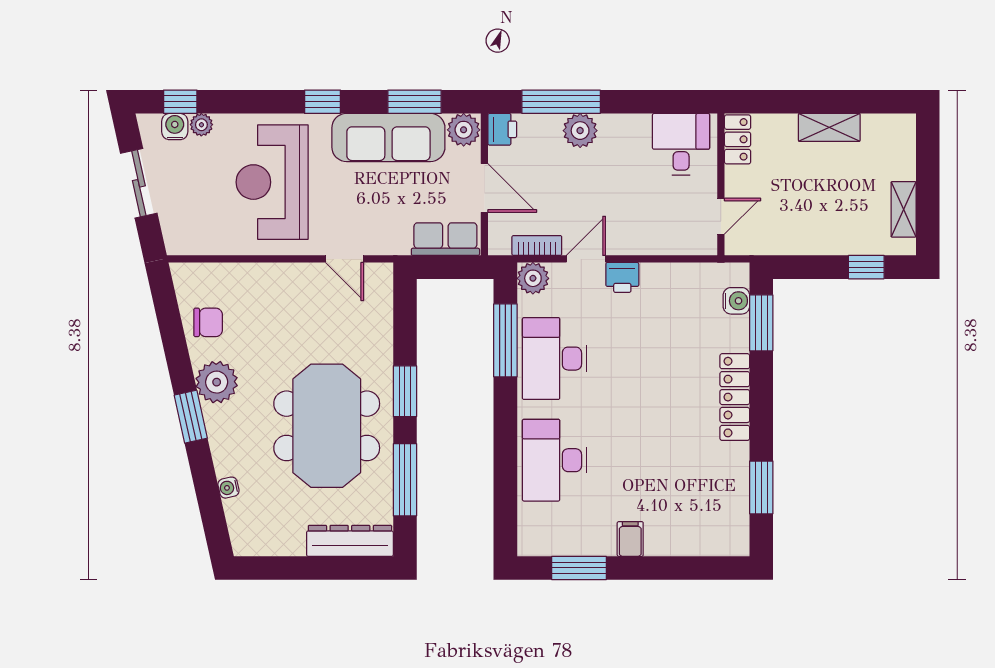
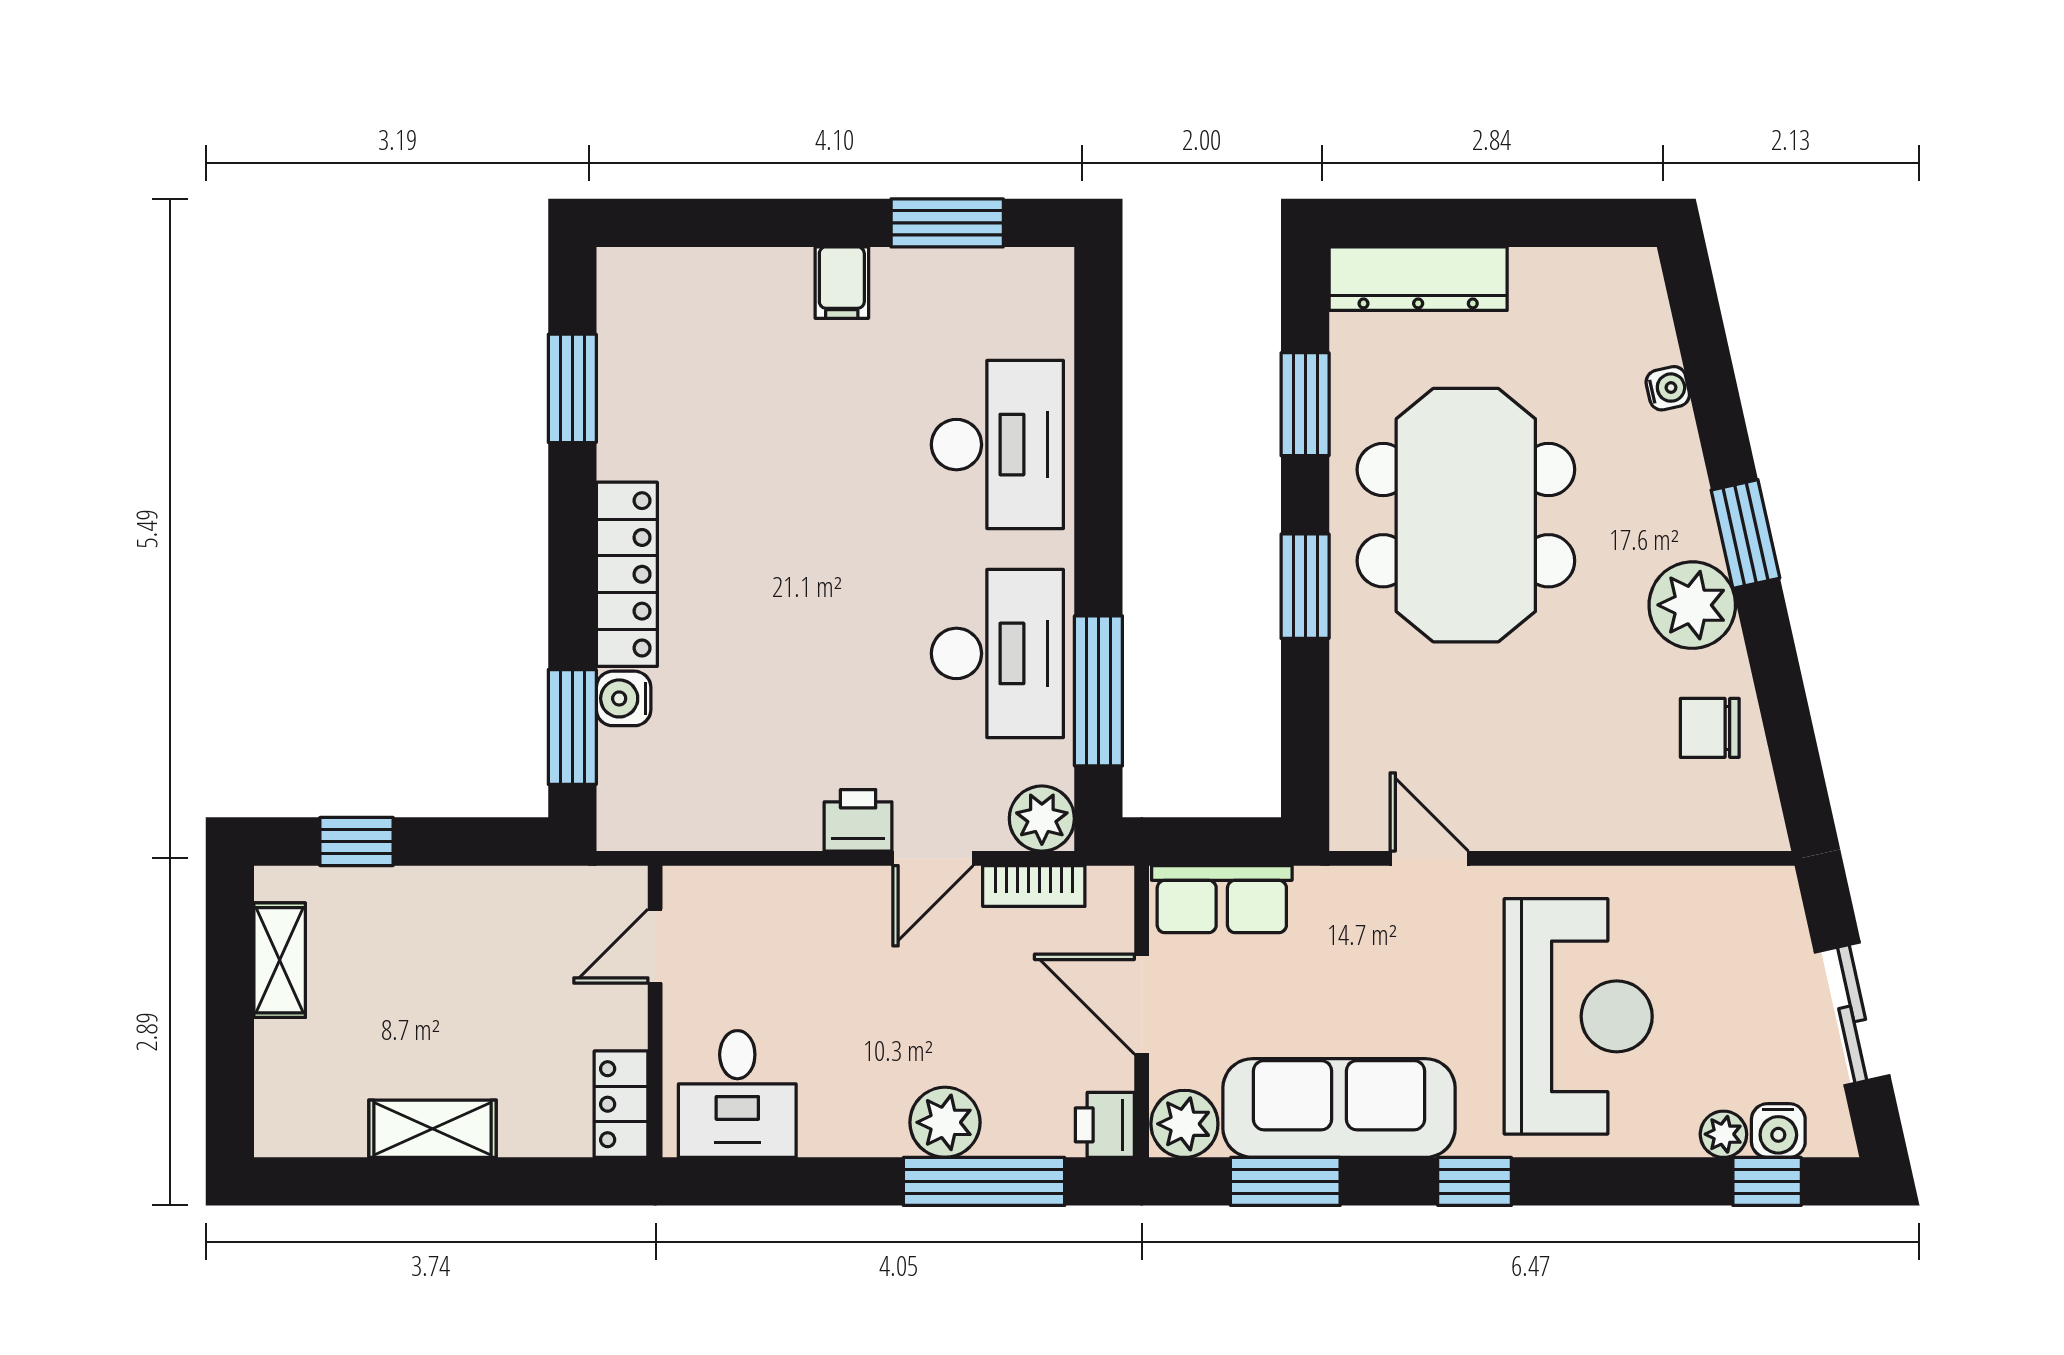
water cooler: (736, 301) -> (624, 698), moved
window: (405, 480) -> (1305, 404), width x0.69

